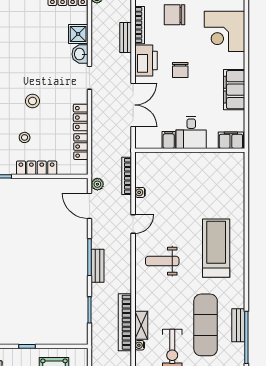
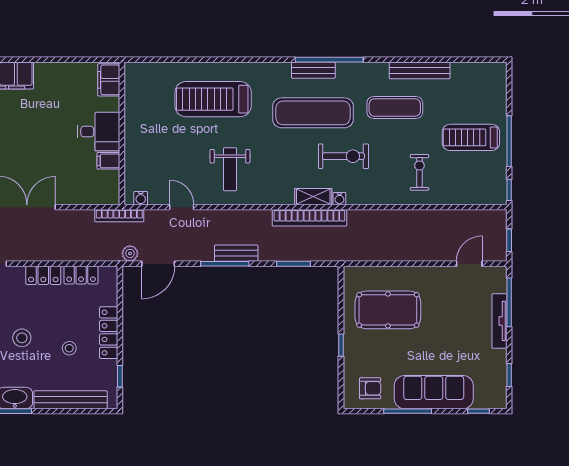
desk: (191, 132) -> (99, 132), moved
filing cabinet: (169, 140) -> (108, 161), moved
filing cabinet: (231, 140) -> (109, 80), moved
wall: (190, 150) -> (122, 133), moved

